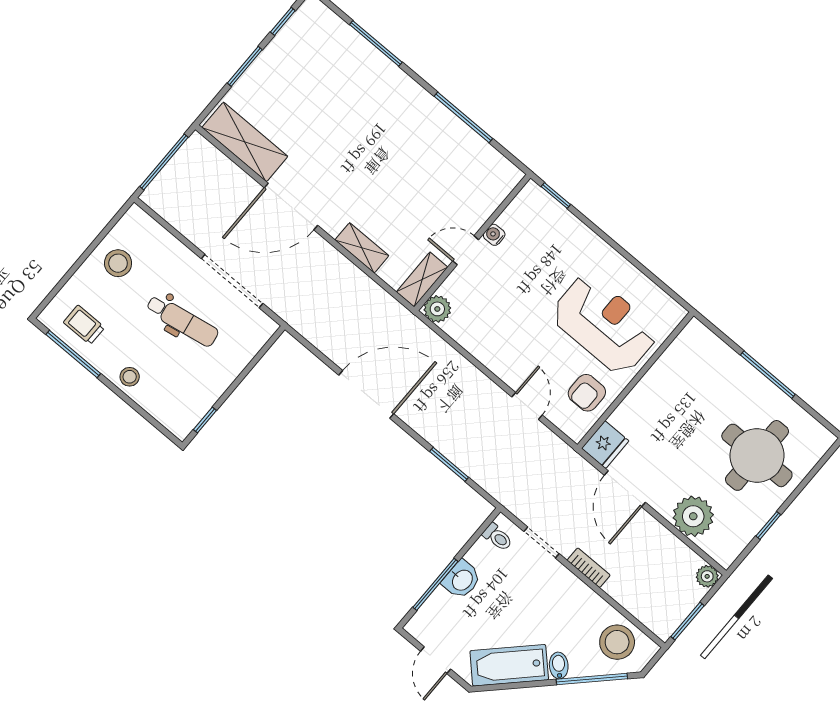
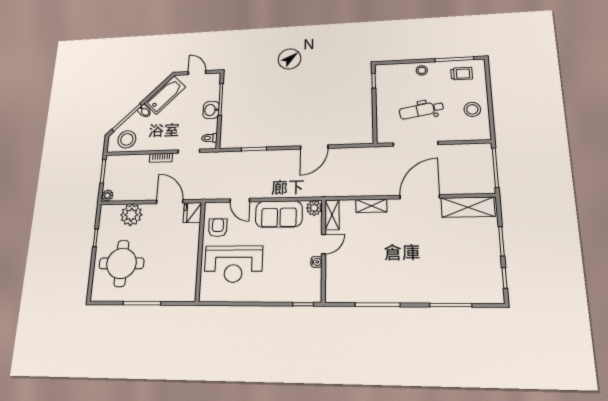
sofa: (490, 341) -> (279, 214), added
door: (366, 394) -> (314, 147), width x0.73

